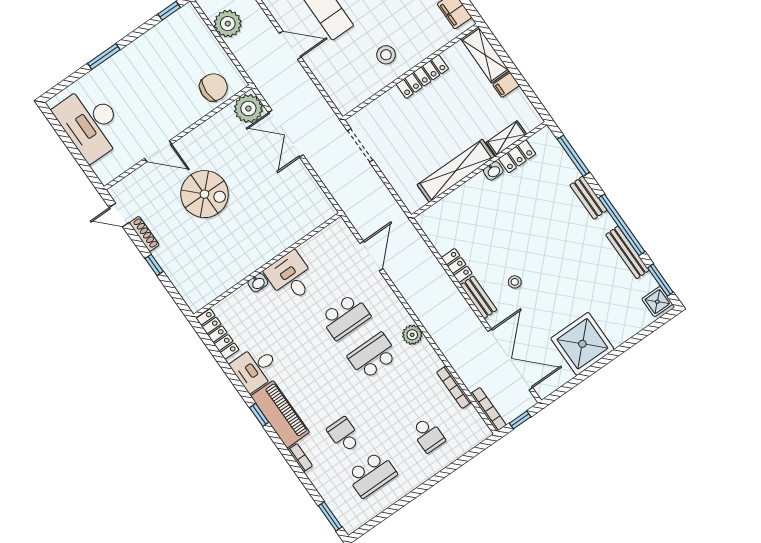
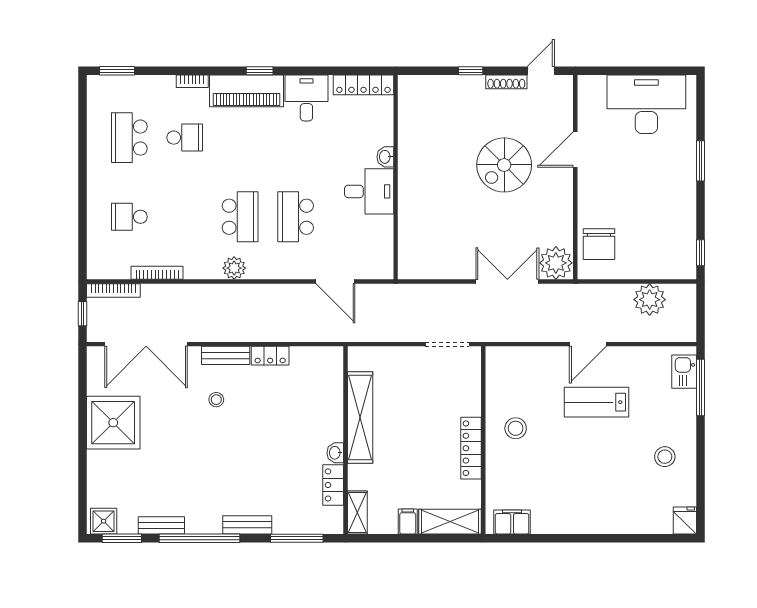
shelving: (506, 138) -> (357, 512), moved
bench: (627, 252) -> (161, 525), width x0.73

